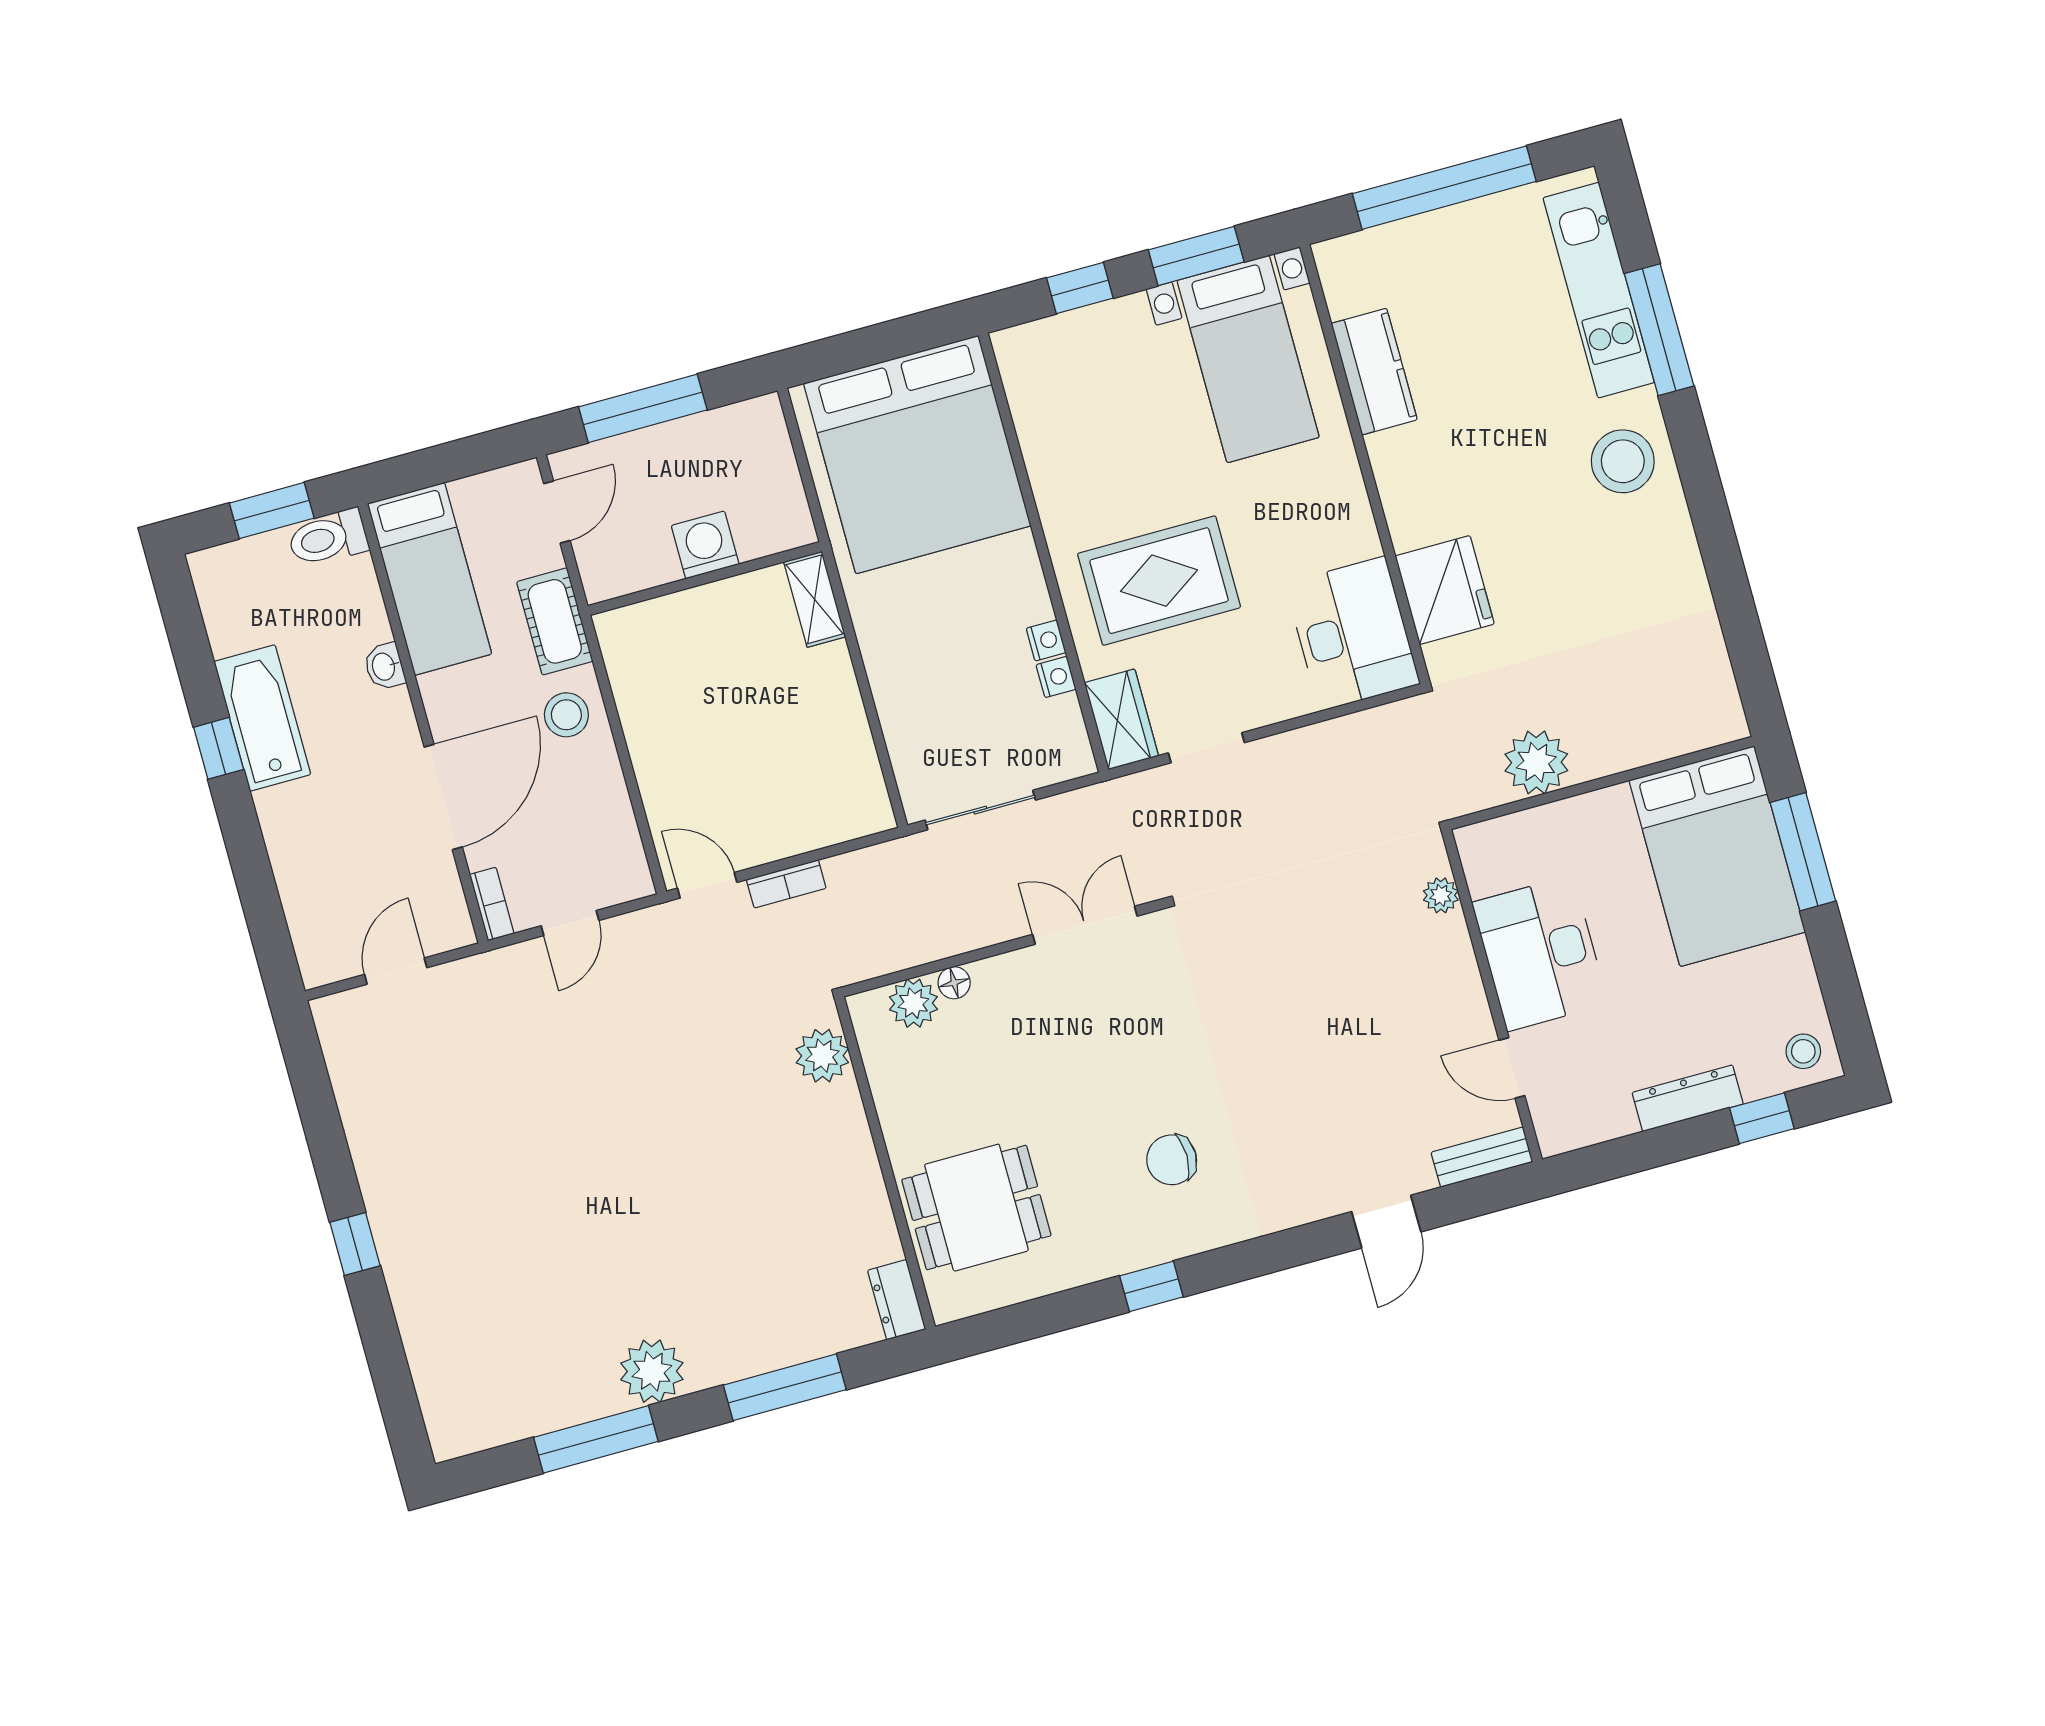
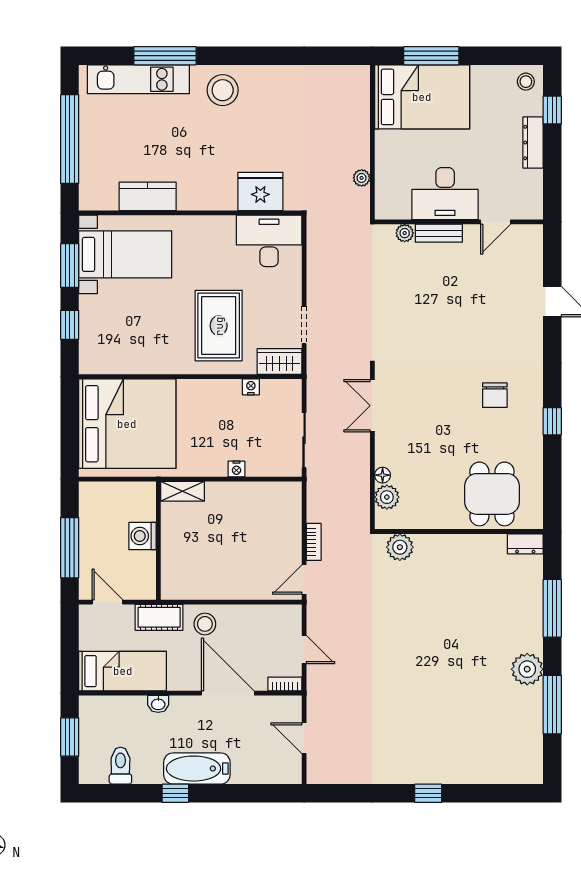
toilet: (328, 538) -> (120, 766), moved, turned 180
nightstand: (1046, 640) -> (236, 469), moved, turned 180
bathtub: (262, 718) -> (197, 769), moved
plant: (1536, 762) -> (362, 178), width x0.53, depth x0.53
bench: (1482, 1157) -> (439, 233), moved, turned 90

